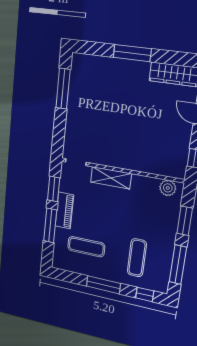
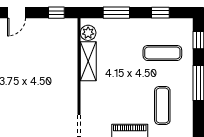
shelving: (111, 178) -> (88, 61), moved
window: (178, 265) -> (160, 13), width x0.46

